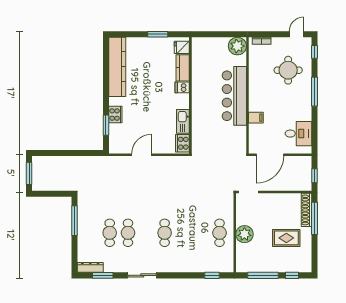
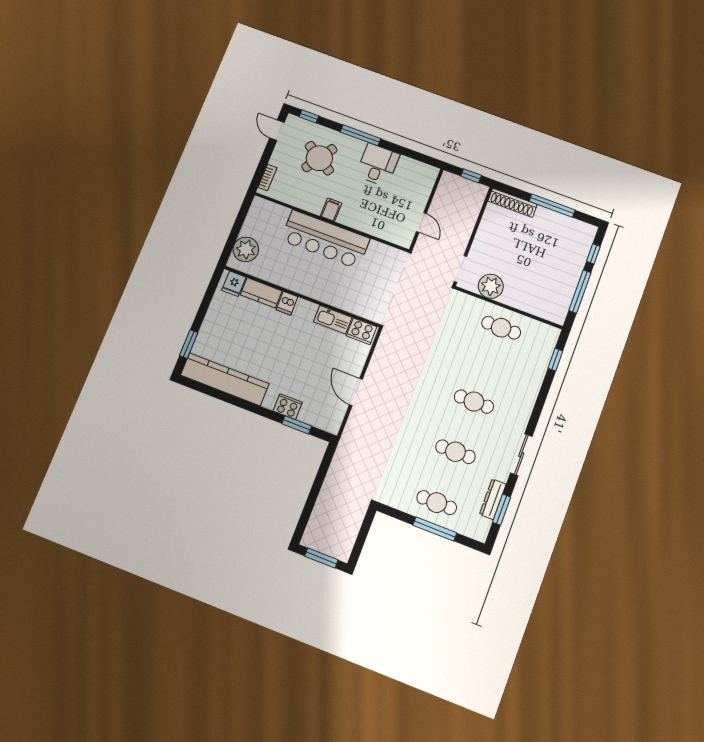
window: (158, 34) -> (189, 344), moved
plant: (237, 46) -> (246, 249), moved
round table: (288, 70) -> (319, 158), turned 33
filing cabinet: (256, 118) -> (331, 210), moved
desk: (298, 134) -> (378, 165), moved
door: (270, 155) -> (421, 222), width x0.53
window: (314, 218) -> (552, 206), moved
window: (74, 221) -> (435, 529), moved
cafe table: (110, 233) -> (437, 503), moved
plant: (244, 234) -> (491, 286), moved
rug: (286, 238) -> (540, 243), removed
dresser: (90, 267) -> (493, 499), moved

